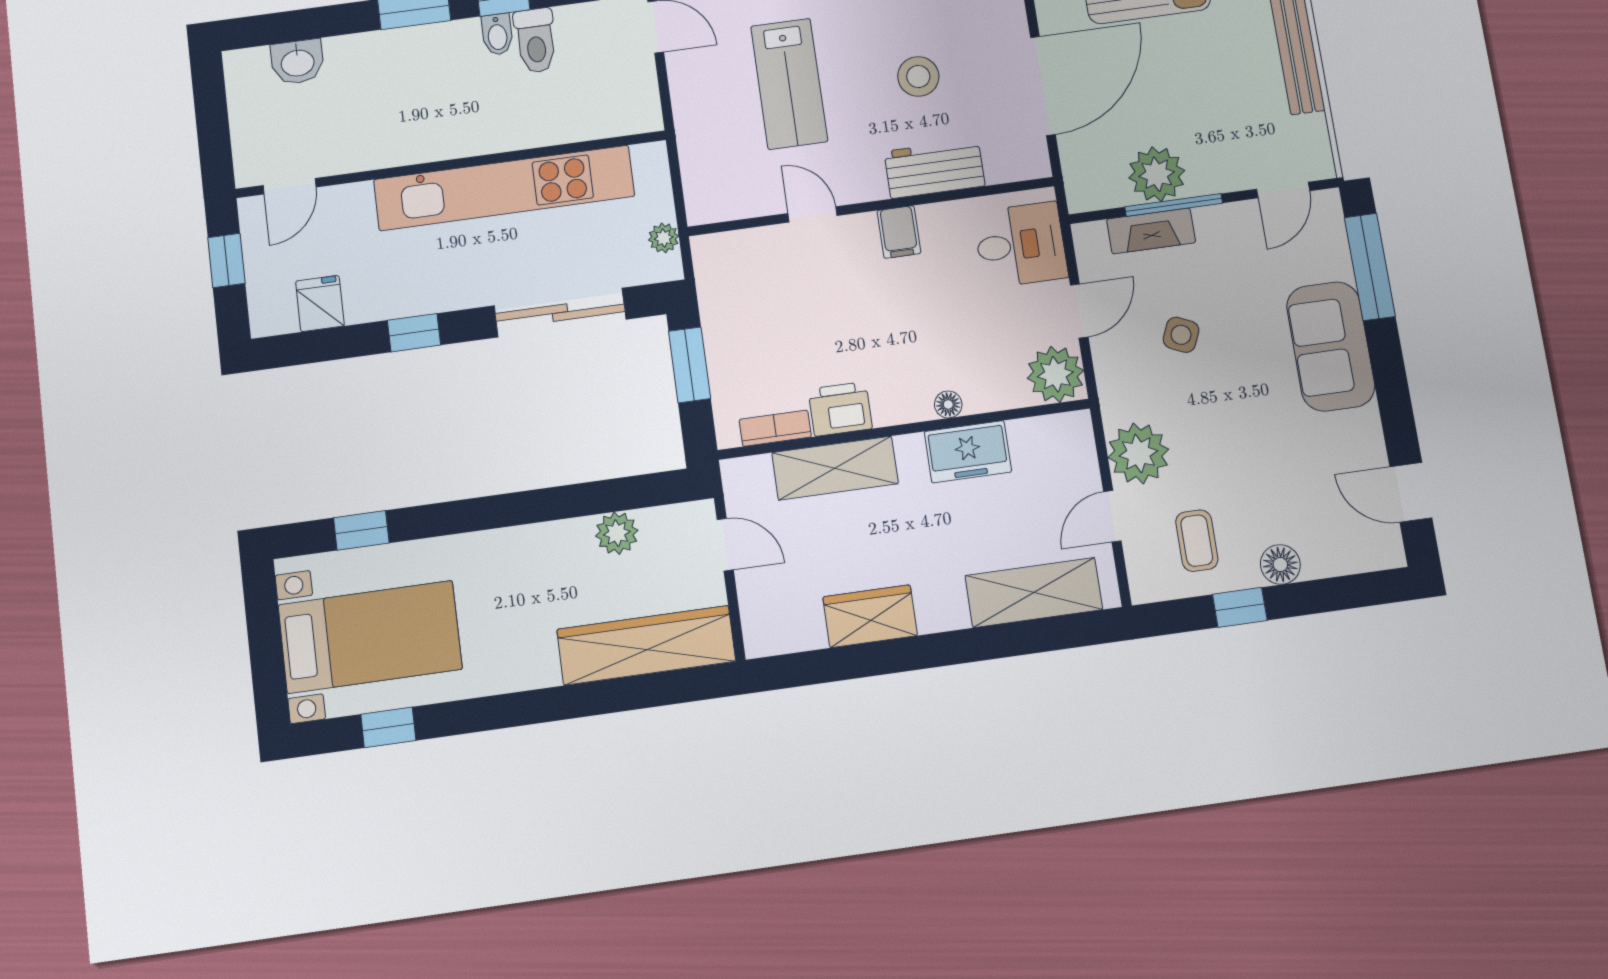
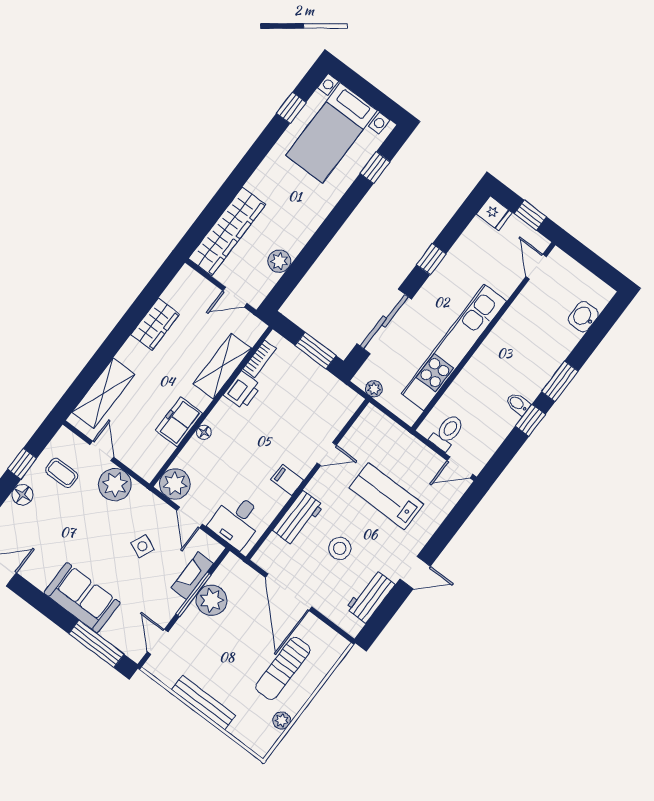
toilet: (536, 41) -> (447, 432), moved, turned 90
fridge: (320, 304) -> (494, 213), moved

